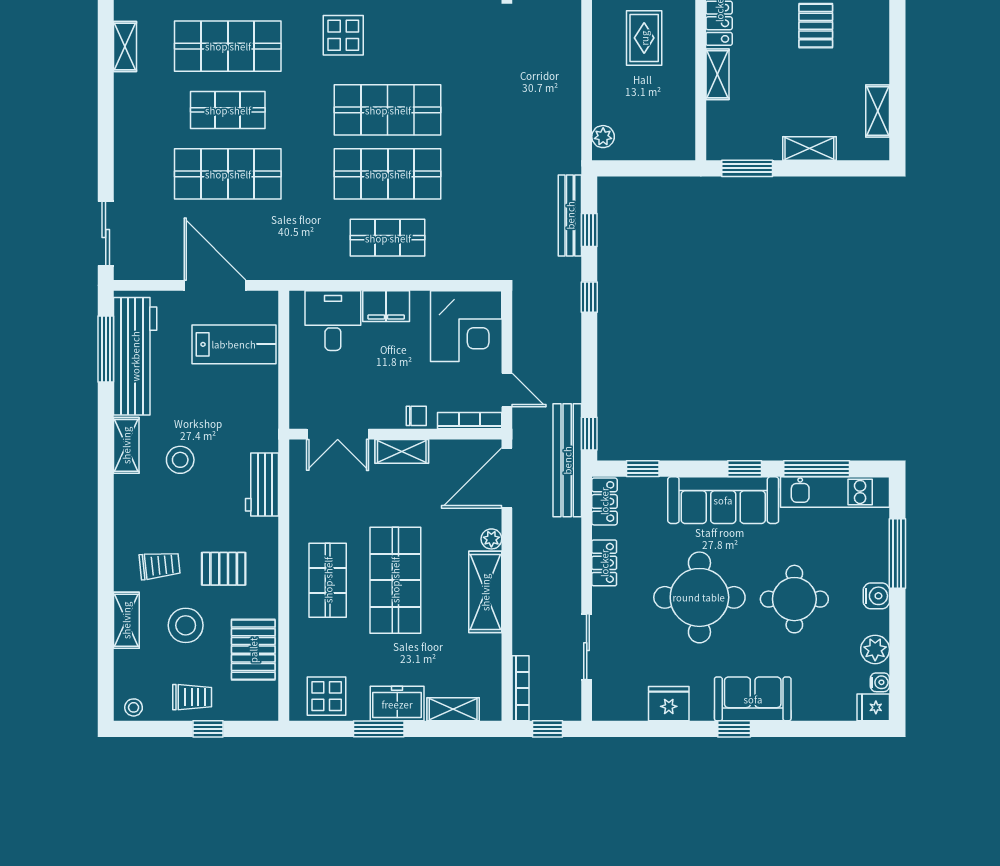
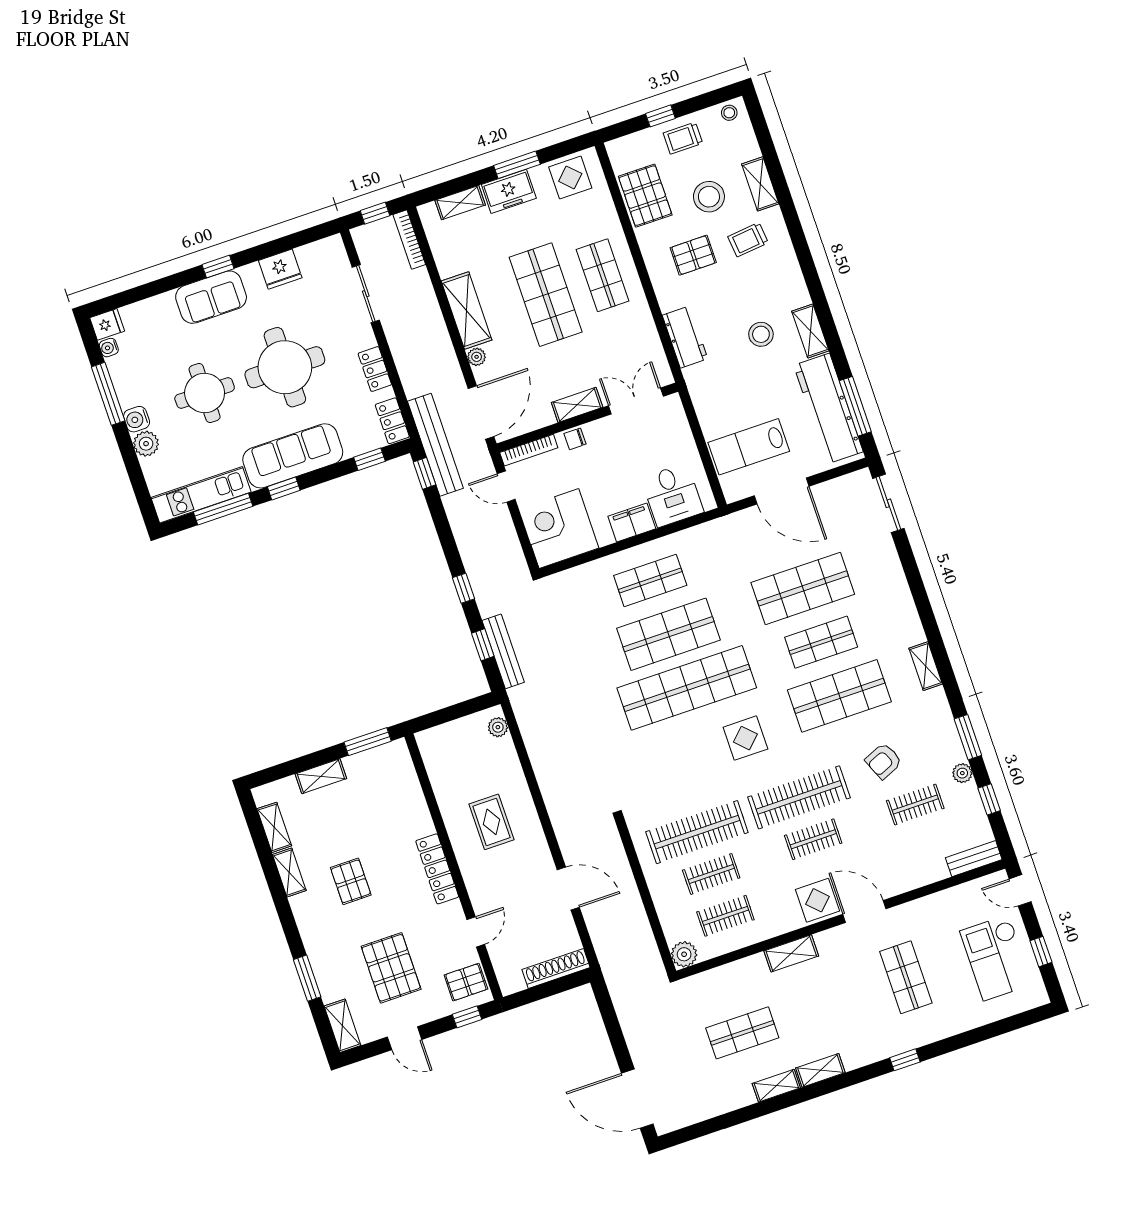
shelving: (718, 74) -> (289, 873), moved
shop shelf: (388, 110) -> (687, 688), width x1.40
window: (897, 553) -> (108, 394), moved
plant: (875, 649) -> (146, 444), moved

